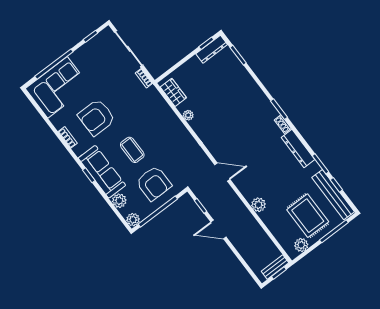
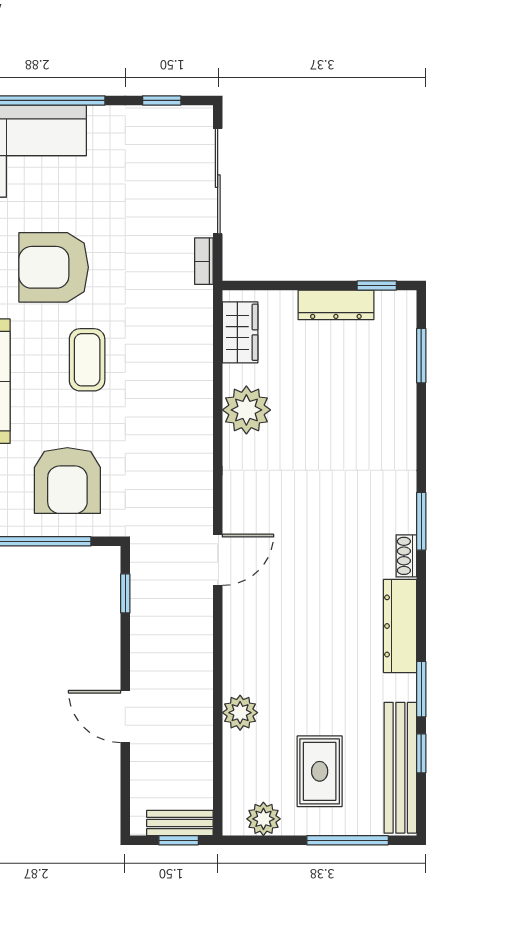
dresser: (212, 49) -> (336, 305), moved
plant: (188, 115) -> (246, 410), width x1.87, depth x1.87
coffee table: (132, 150) -> (87, 360), moved
door: (222, 172) -> (218, 560), hinge flipped
plant: (259, 205) -> (240, 713), moved
rug: (308, 216) -> (320, 771), width x0.73, depth x0.70
door: (218, 229) -> (125, 716), moved

